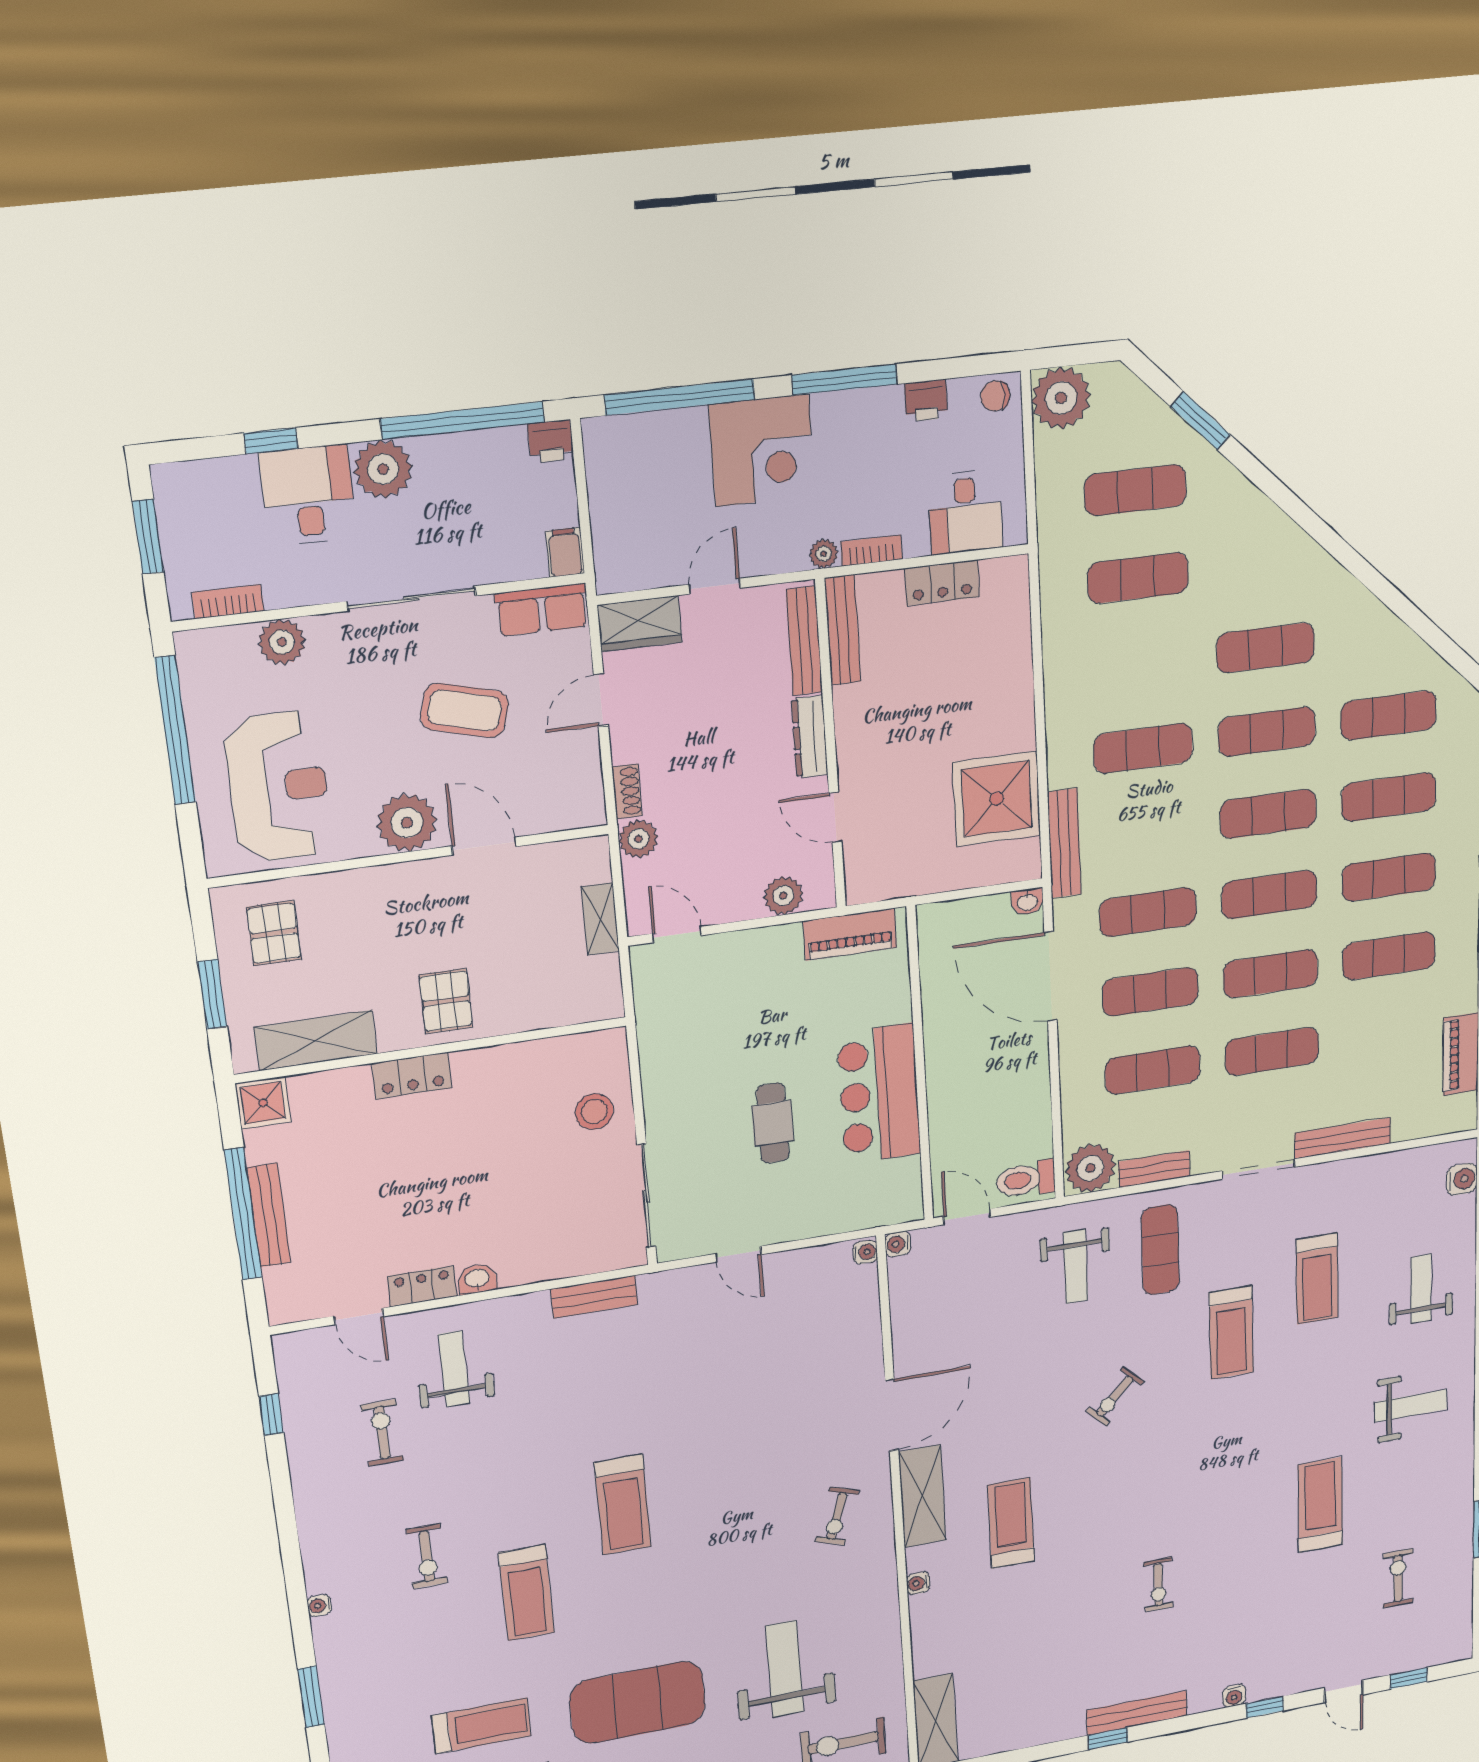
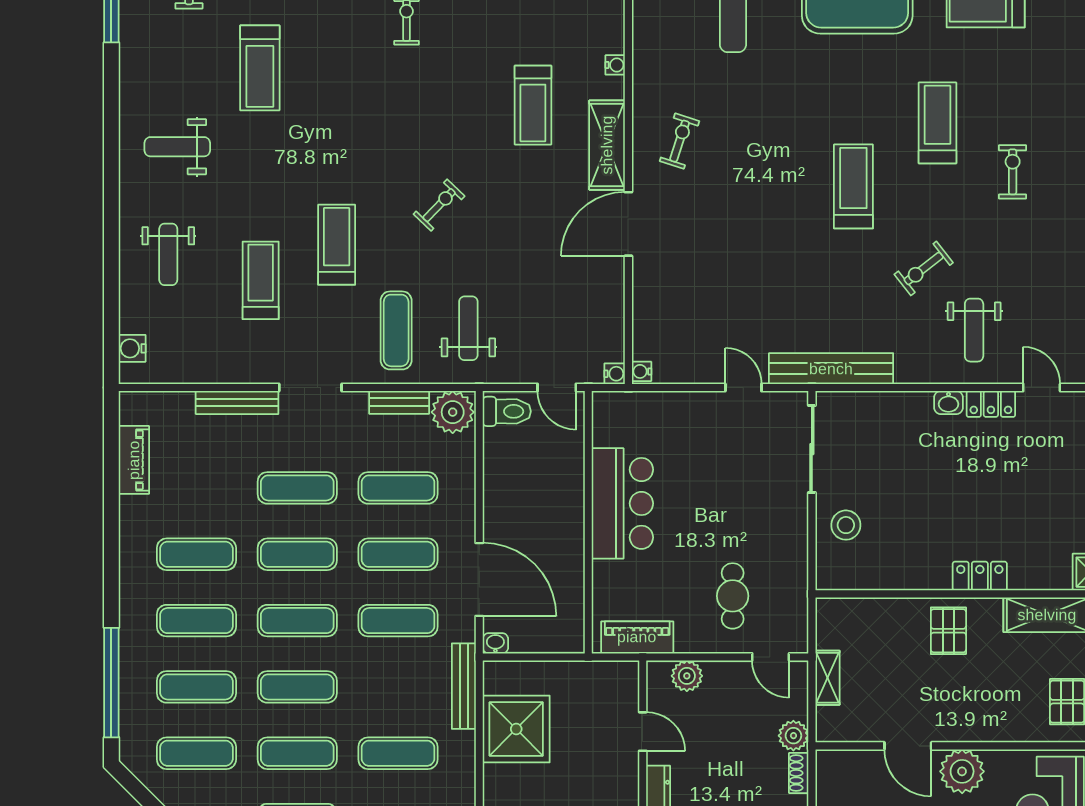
cafe table: (773, 1123) -> (733, 596), moved
bench: (594, 1297) -> (831, 369), width x1.86, depth x1.21
exercise bike: (382, 1433) -> (924, 268), moved, turned 52

